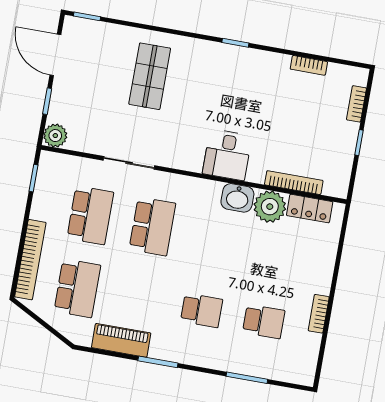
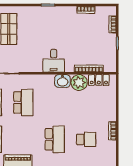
school desk: (202, 310) -> (55, 139), width x1.85

